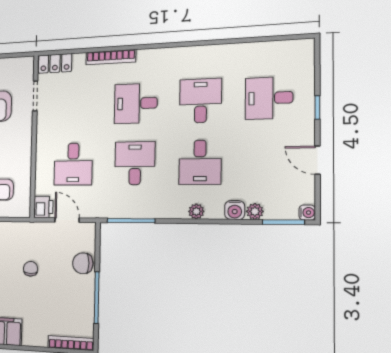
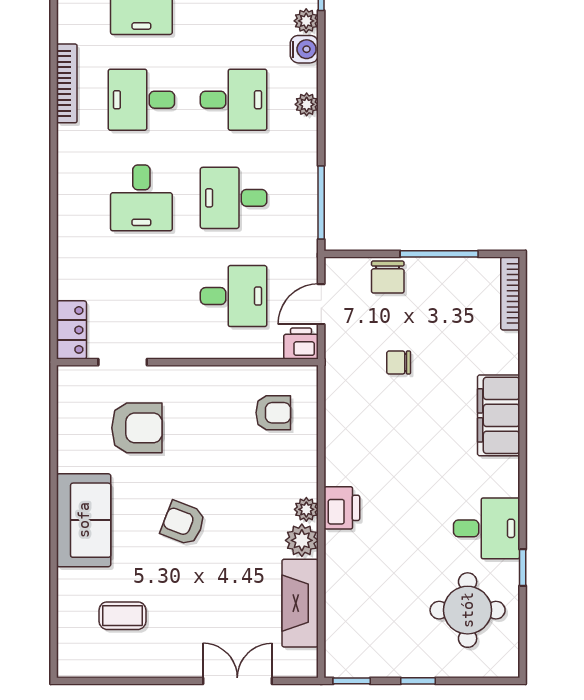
bookcase: (111, 57) -> (67, 83), moved

